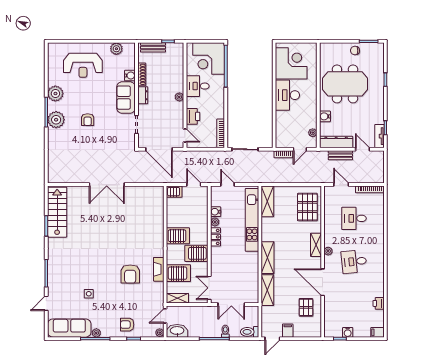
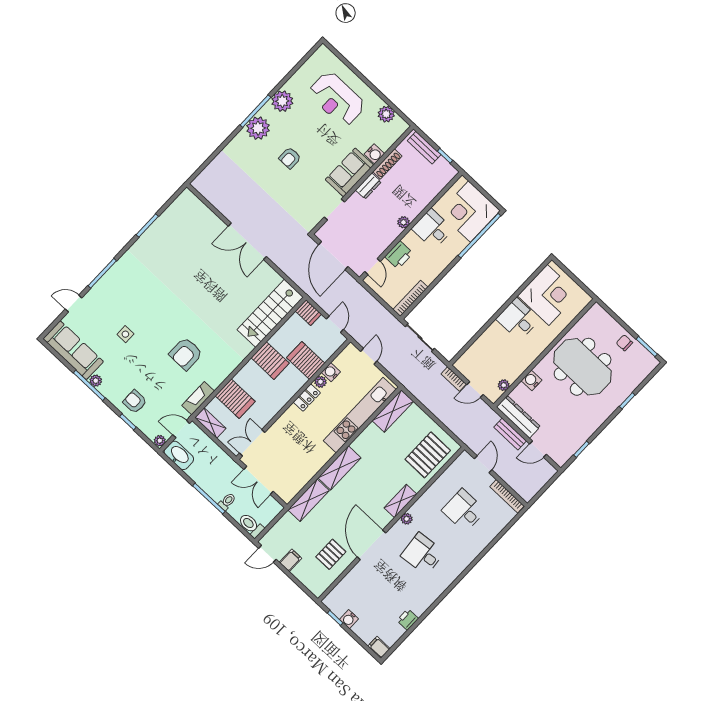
desk: (287, 95) -> (518, 319), width x0.73
tv unit: (379, 136) -> (568, 452), removed
door: (362, 149) -> (538, 449), swing flipped
stairs: (57, 212) -> (270, 313), moved, turned 180
server rack: (196, 253) -> (306, 360), moved
fireplace: (159, 269) -> (198, 398), moved

